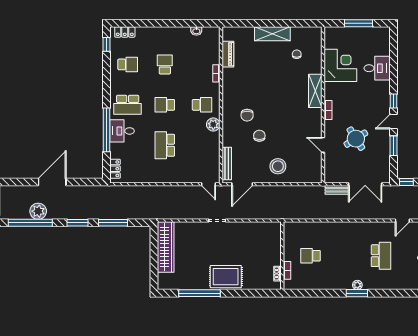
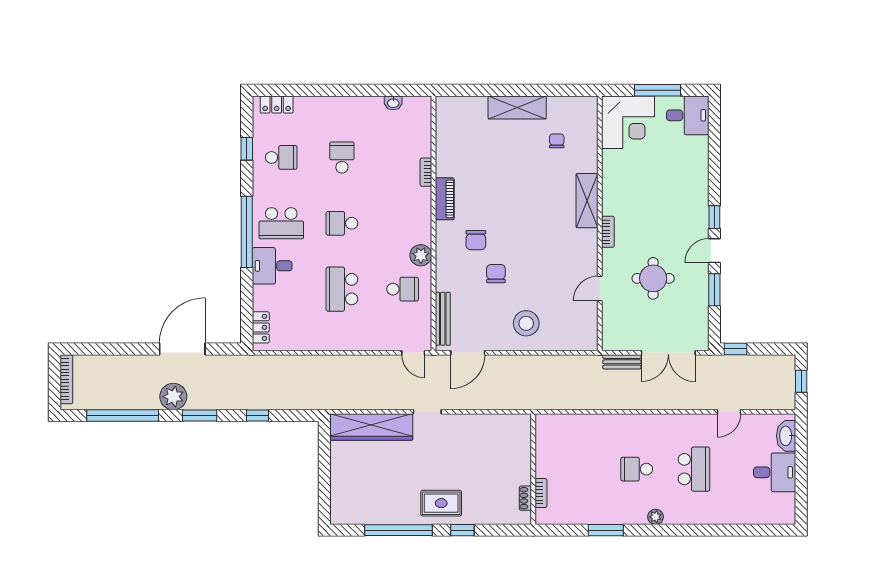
window: (106, 44) -> (247, 149), moved
piano: (228, 54) -> (445, 199), moved
corner desk: (340, 65) -> (628, 122), moved, turned 90
desk: (377, 68) -> (688, 115), moved
school desk: (202, 105) -> (403, 289), moved
window: (106, 130) -> (247, 232), moved
round table: (356, 139) -> (653, 278), turned 32
door: (323, 145) -> (600, 289), hinge flipped
door: (52, 182) -> (182, 349), moved
plant: (38, 211) -> (173, 397), moved
window: (113, 223) -> (257, 415), width x0.46
wardrobe: (166, 247) -> (371, 427), moved, turned 90
school desk: (311, 256) -> (637, 469), moved
rug: (226, 277) -> (441, 503), width x0.73, depth x0.70
window: (239, 293) -> (462, 530), added
window: (357, 293) -> (606, 530), moved

